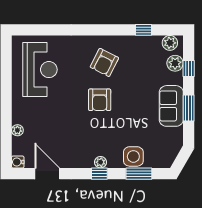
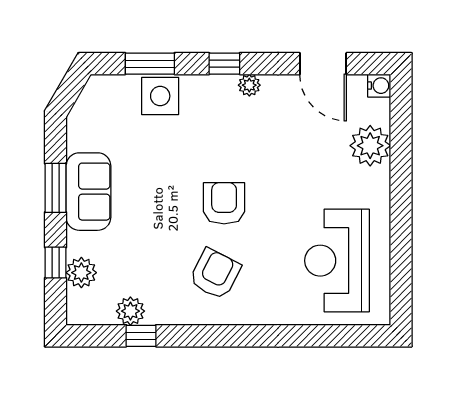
plant: (170, 43) -> (130, 311), moved
plant: (17, 130) -> (370, 146), width x1.87, depth x1.87
plant: (101, 162) -> (249, 85), moved

